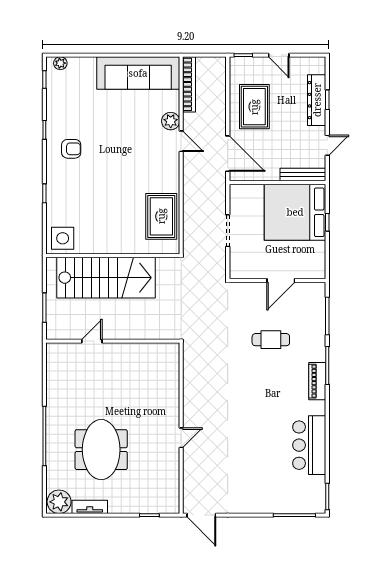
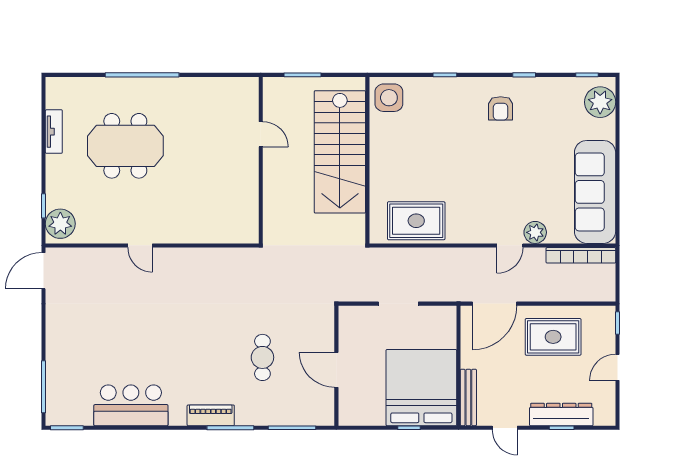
plant: (60, 63) -> (600, 102), width x1.88, depth x1.88
plant: (59, 502) -> (60, 224), moved

